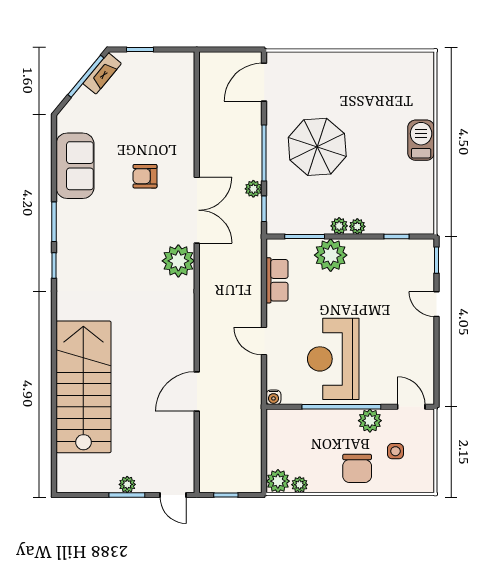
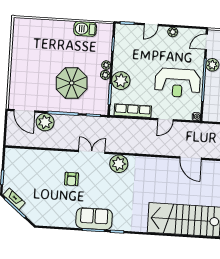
barbecue: (421, 140) -> (85, 29), moved
parasol: (317, 147) -> (72, 83), moved
sofa: (75, 166) -> (94, 219), moved
plant: (253, 189) -> (45, 122), moved, width x1.88, depth x1.88
double door: (197, 210) -> (92, 152), width x0.73
row of seats: (277, 280) -> (133, 111), width x1.48
plant: (425, 344) -> (173, 32), added

